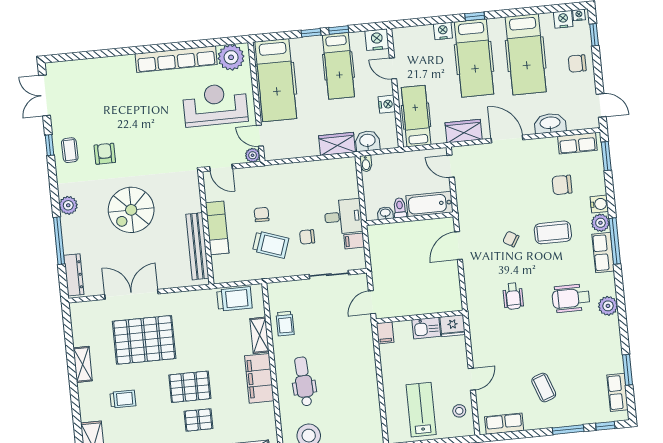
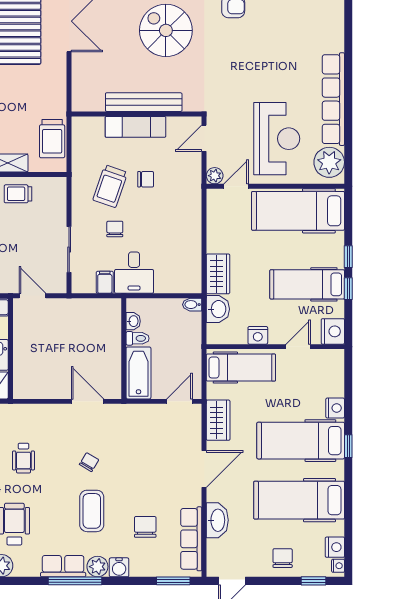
row of seats: (577, 143) -> (191, 539), width x1.48
bench: (197, 246) -> (144, 102), moved
wheelchair: (513, 296) -> (23, 458), turned -90

